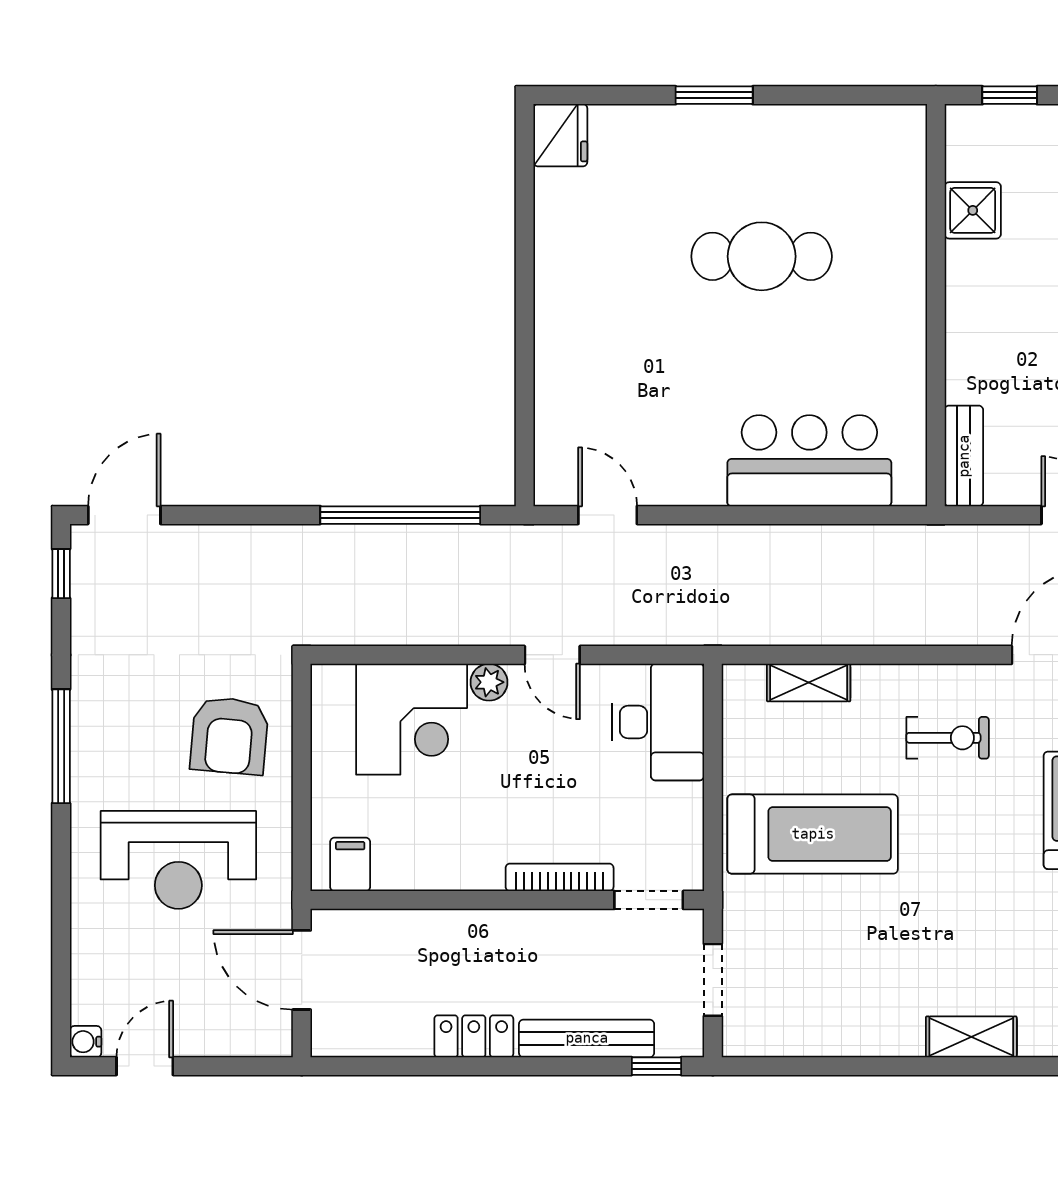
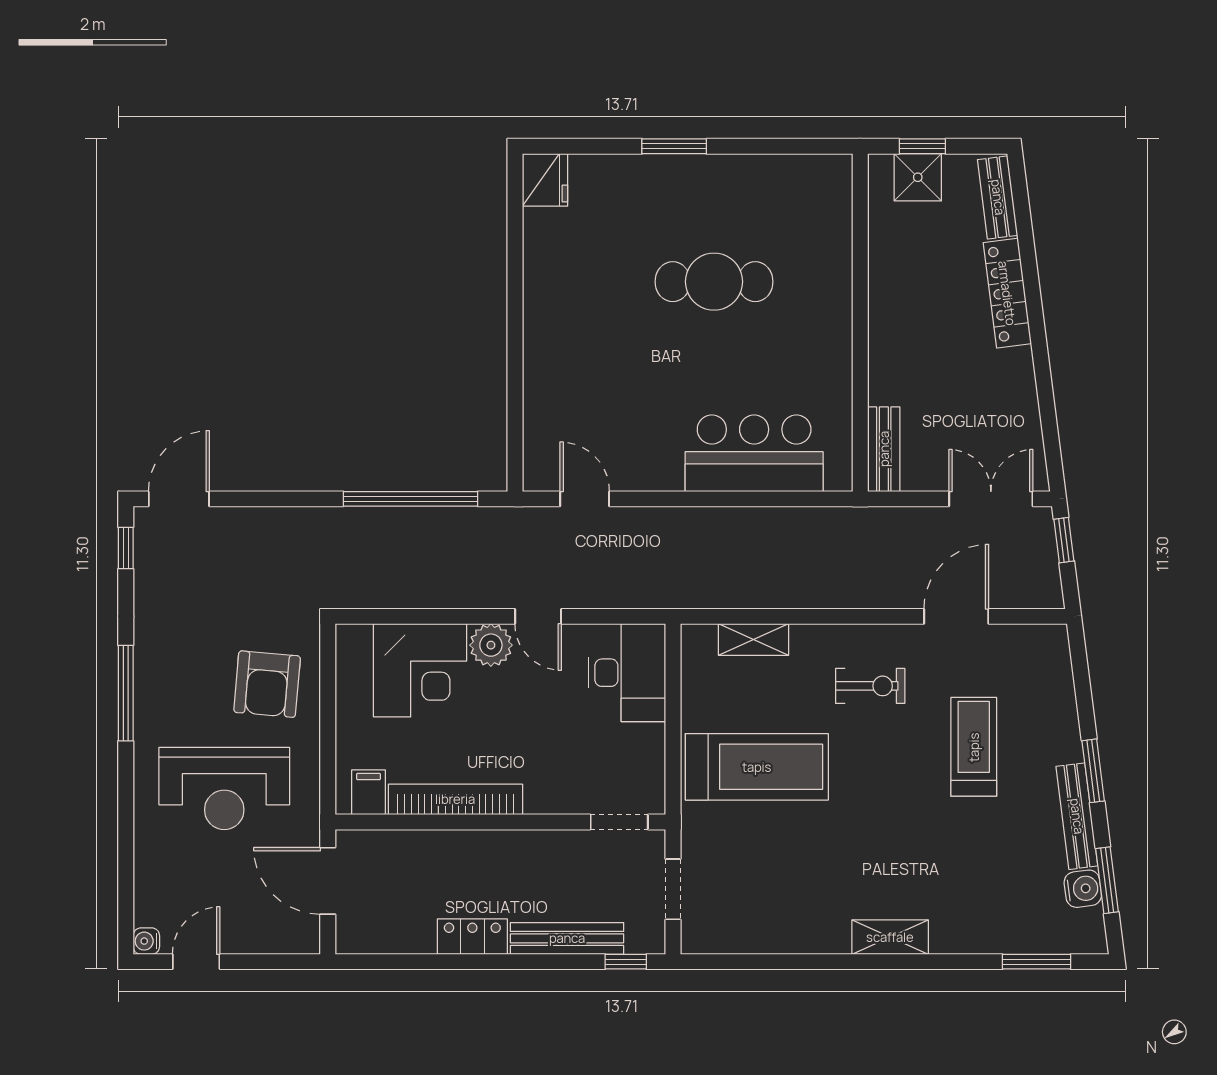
shower: (973, 210) -> (918, 177), moved
plant: (489, 682) -> (491, 645), width x1.38, depth x1.38
bookcase: (560, 877) -> (455, 799), moved, width x1.48, depth x1.31

